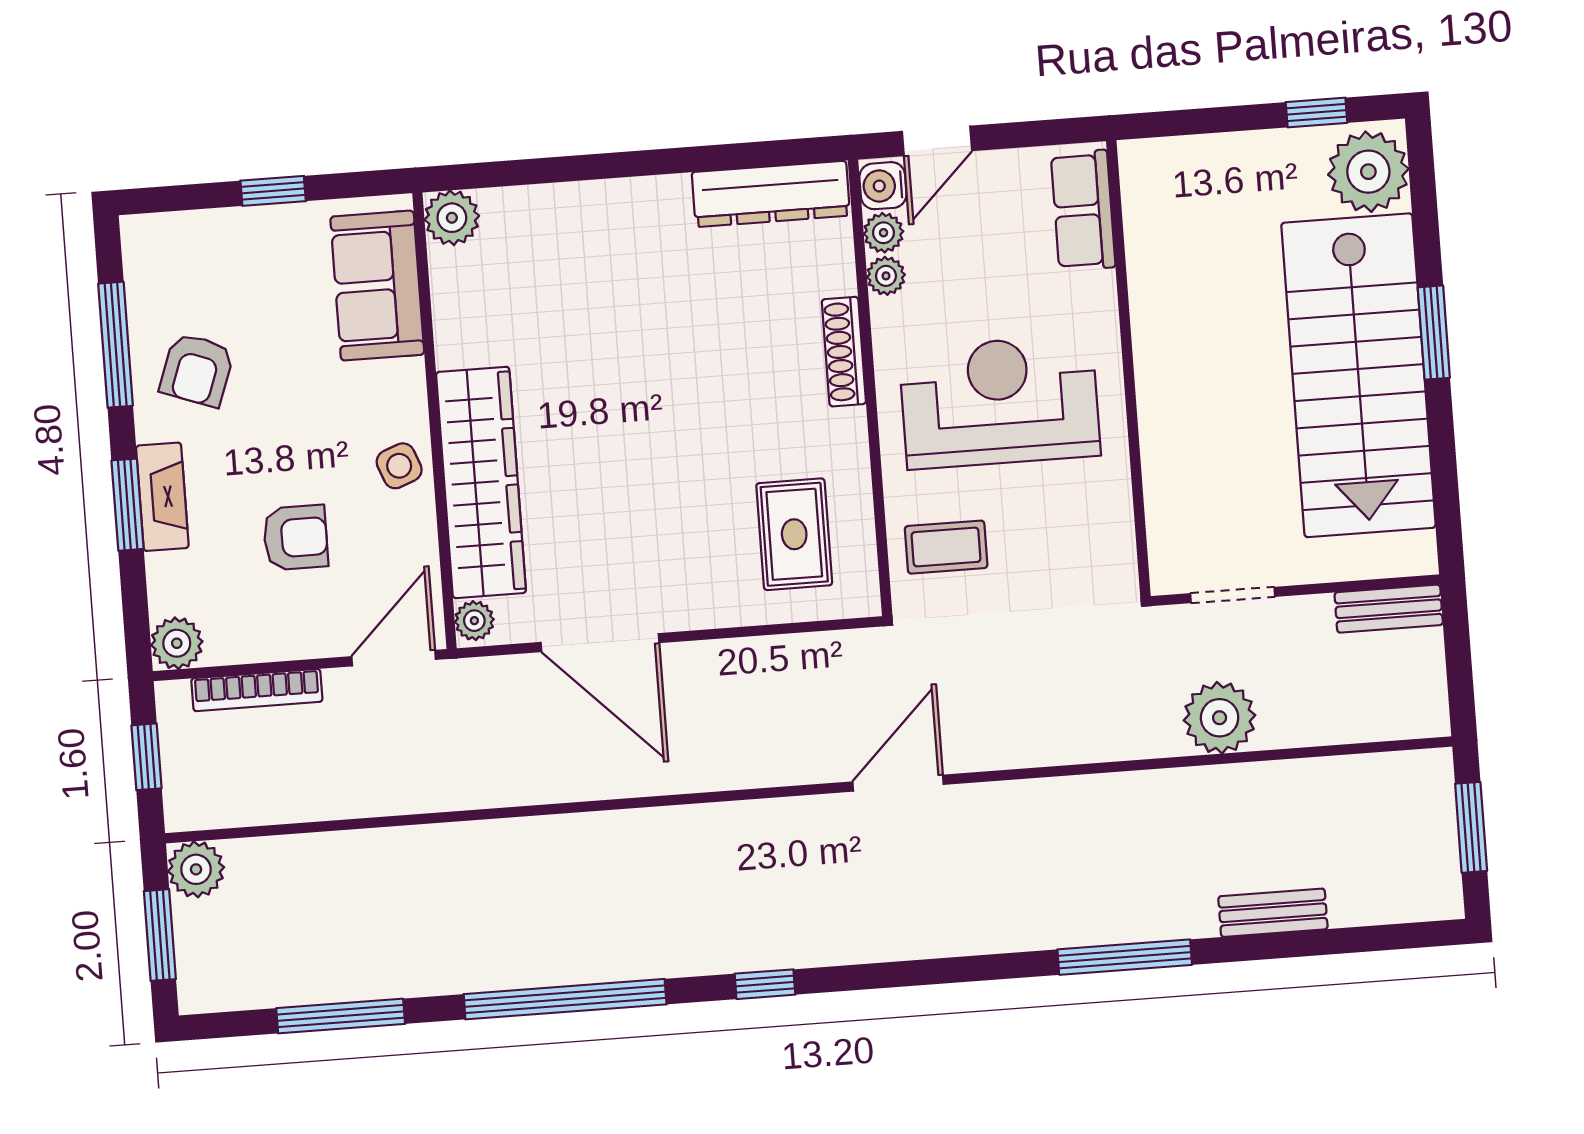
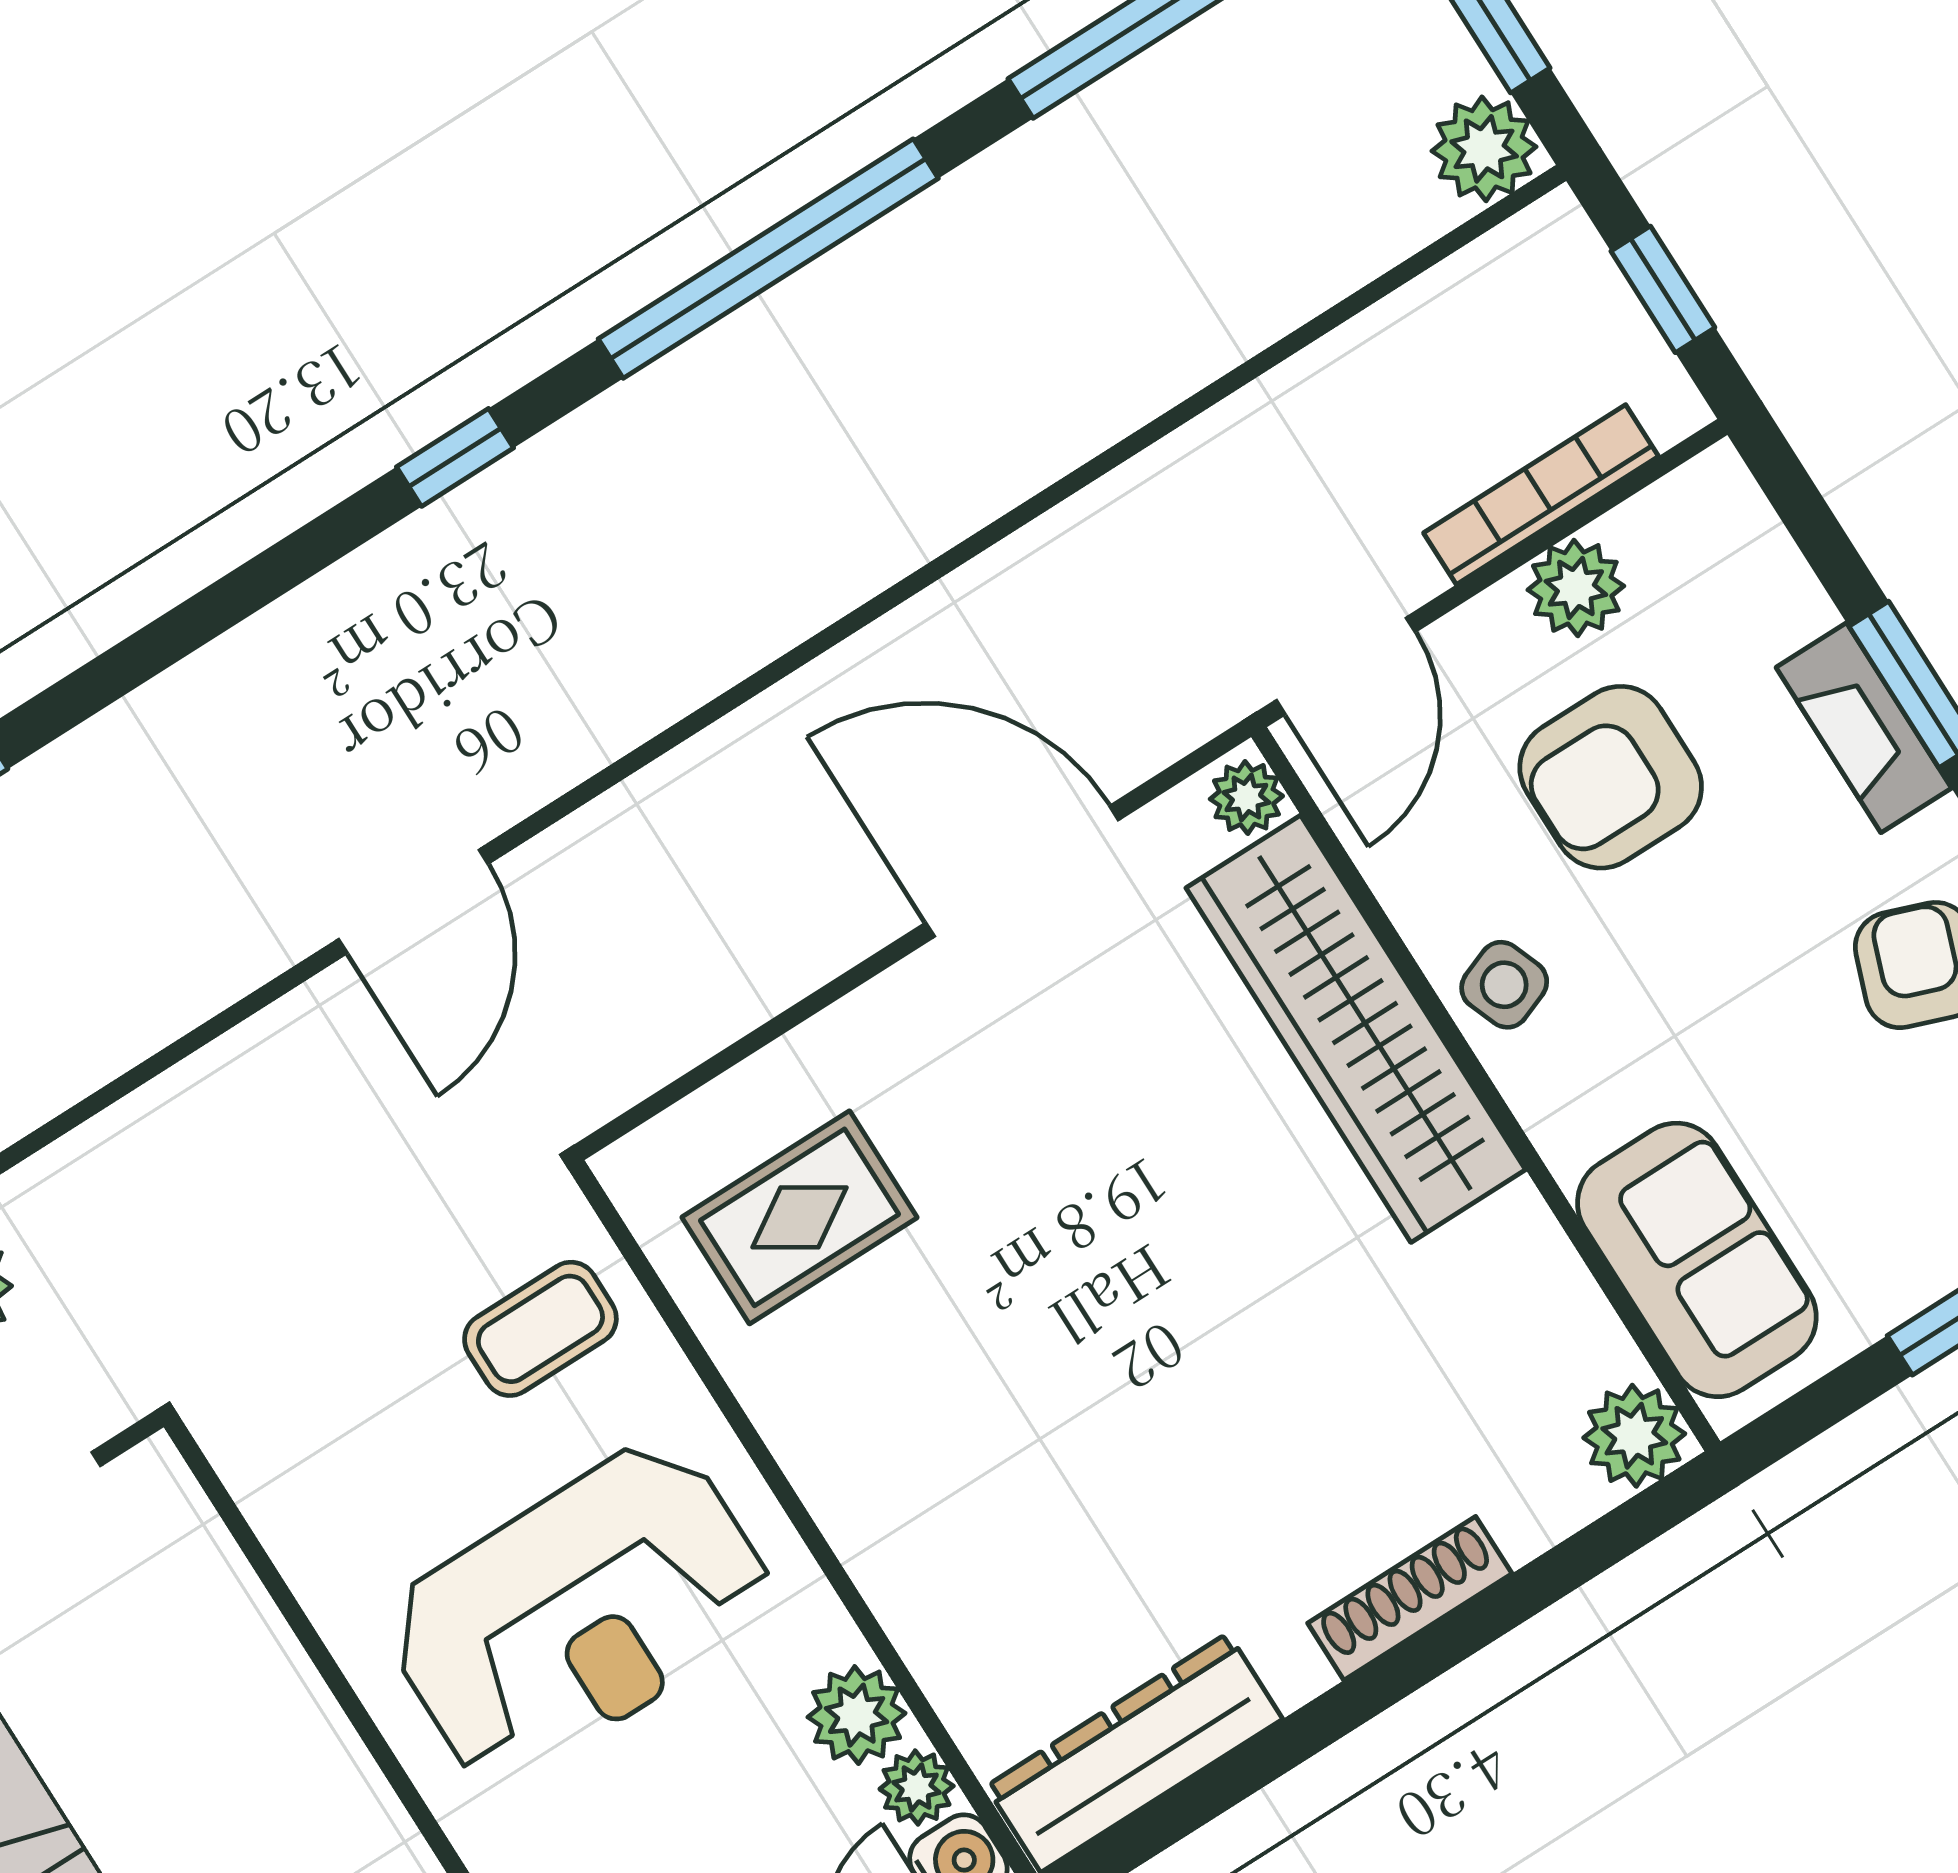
plant: (886, 276) -> (857, 1715), width x1.38, depth x1.38
shoe rack: (844, 352) -> (1410, 1598), moved, turned -90
rug: (794, 534) -> (799, 1217), turned 90
armchair: (296, 538) -> (1611, 777), width x1.38, depth x1.38
plant: (177, 643) -> (1576, 588), moved

